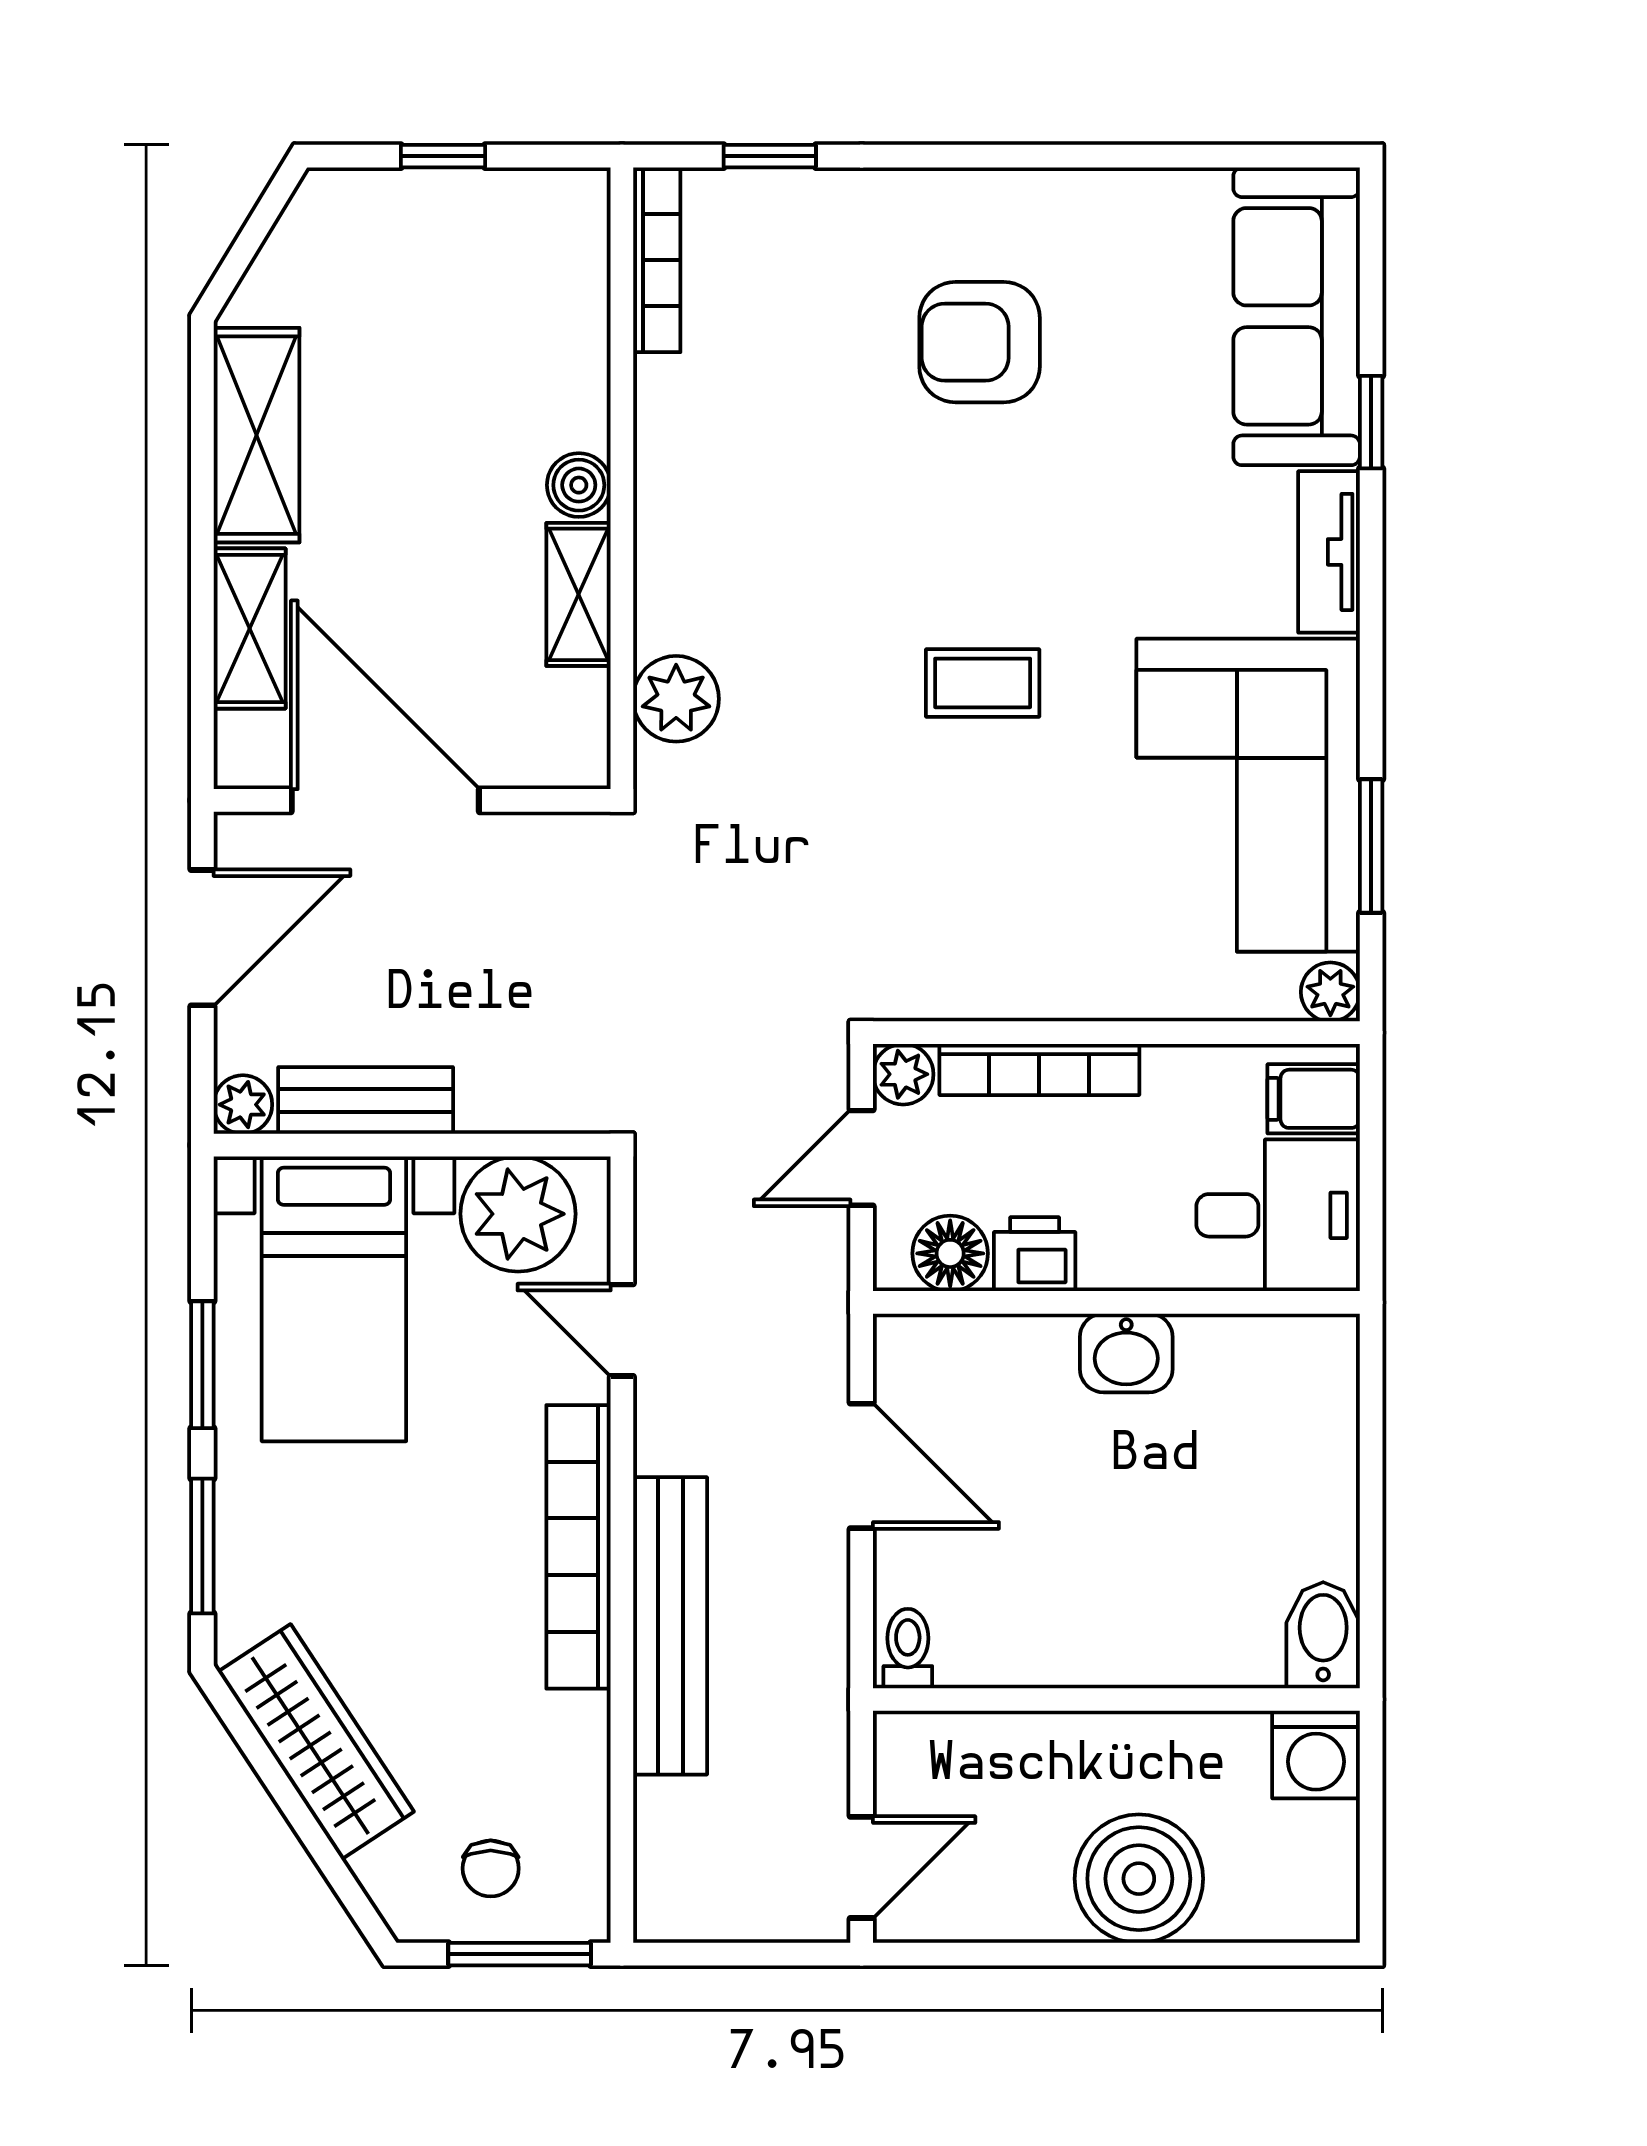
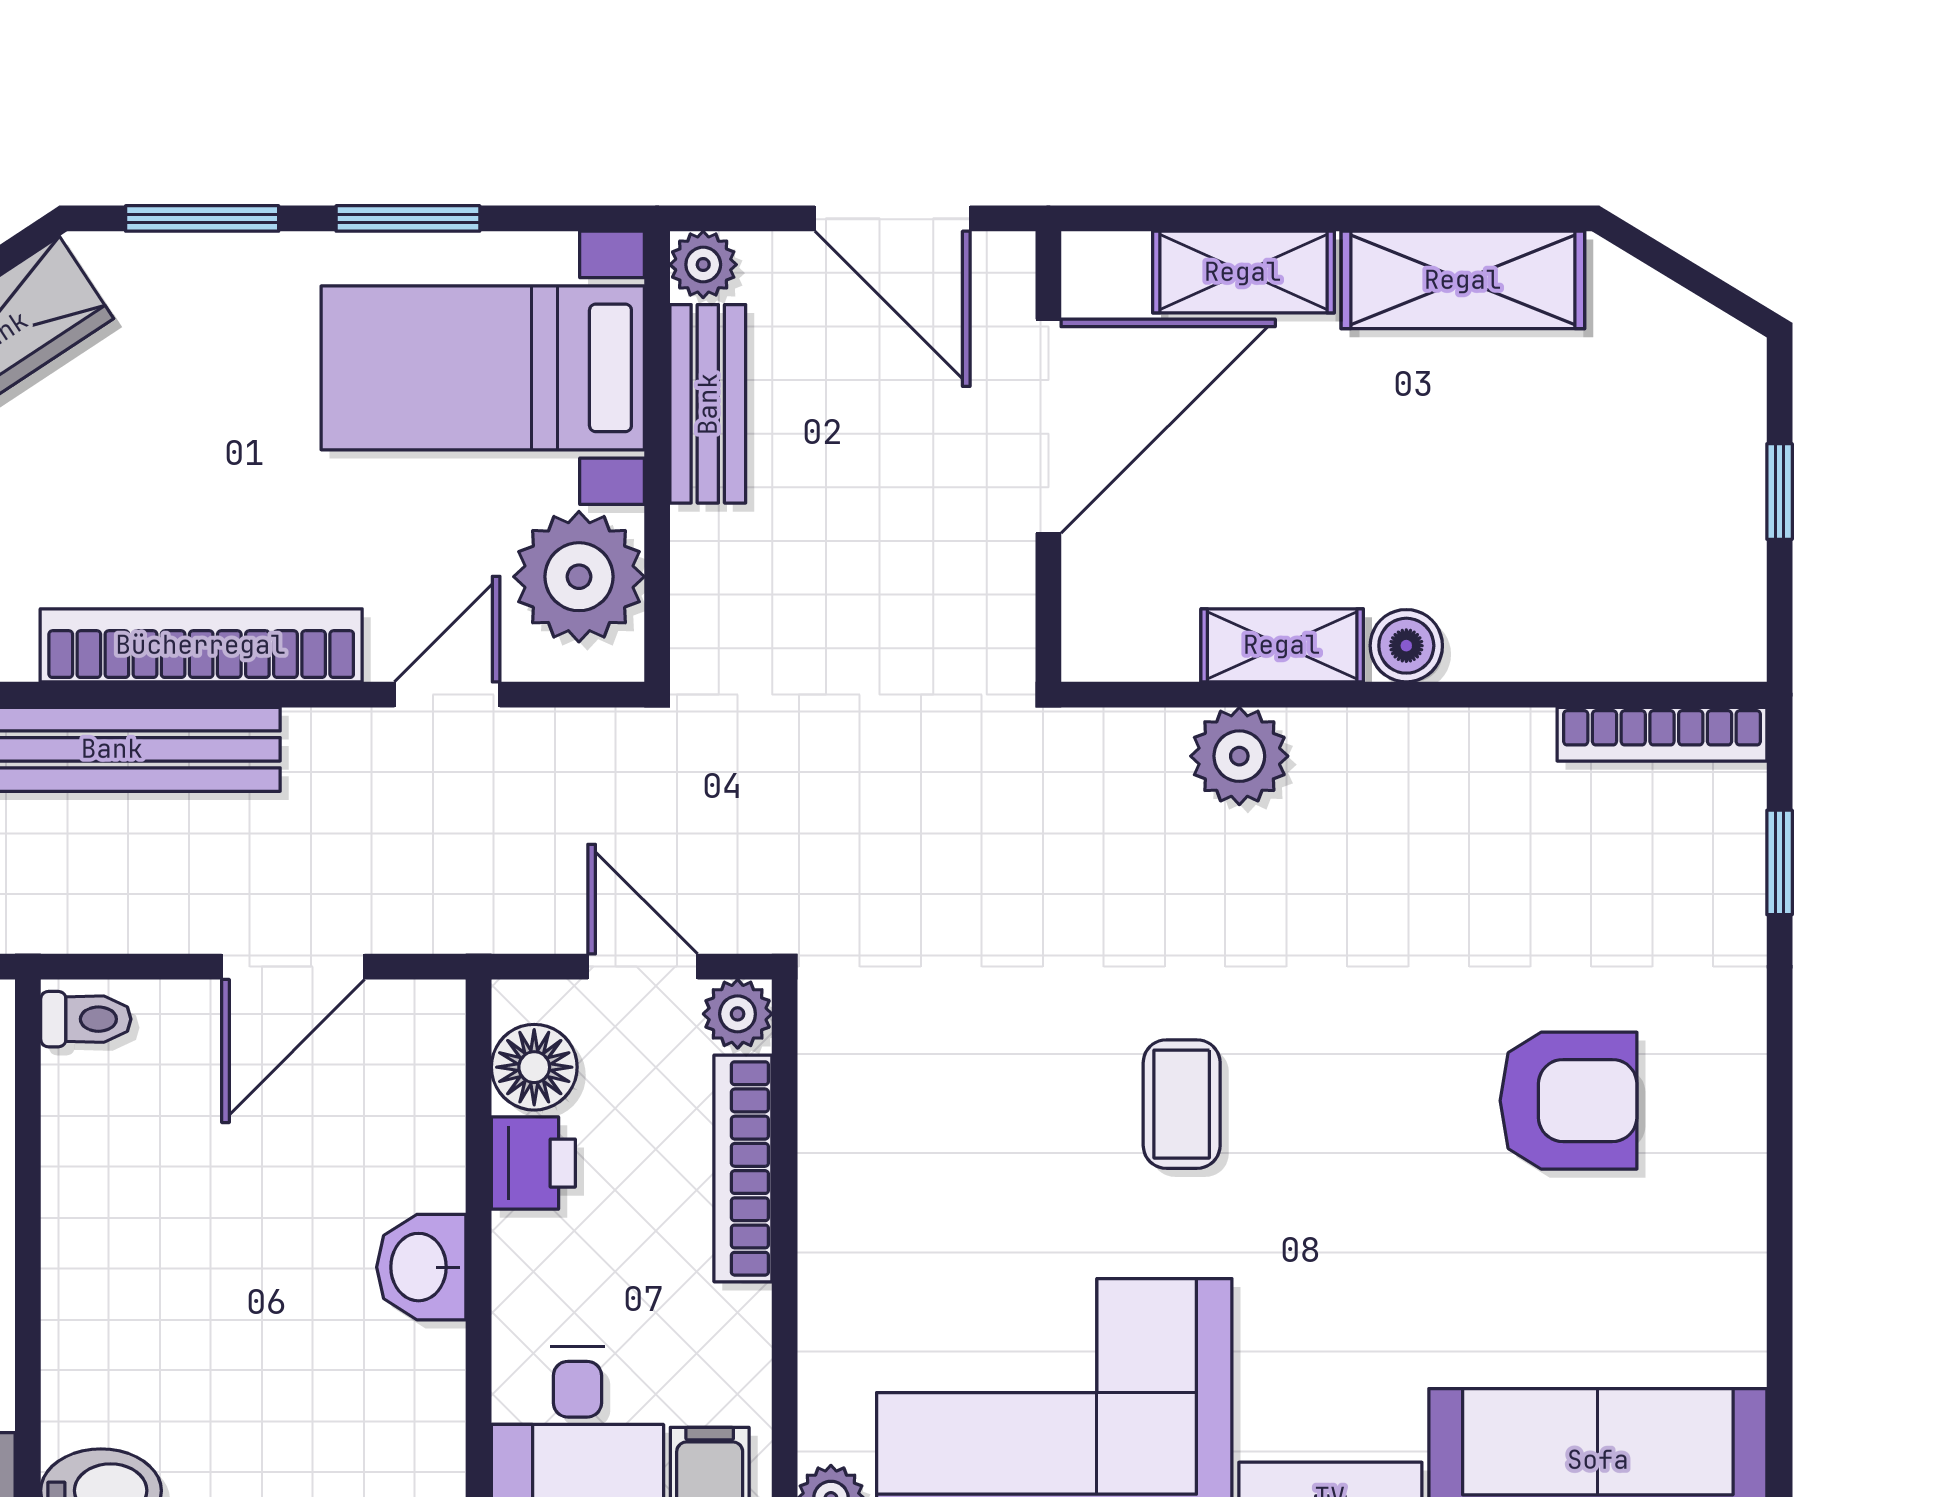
armchair: (980, 342) -> (1568, 1101), turned 90
plant: (676, 699) -> (1239, 756), moved

